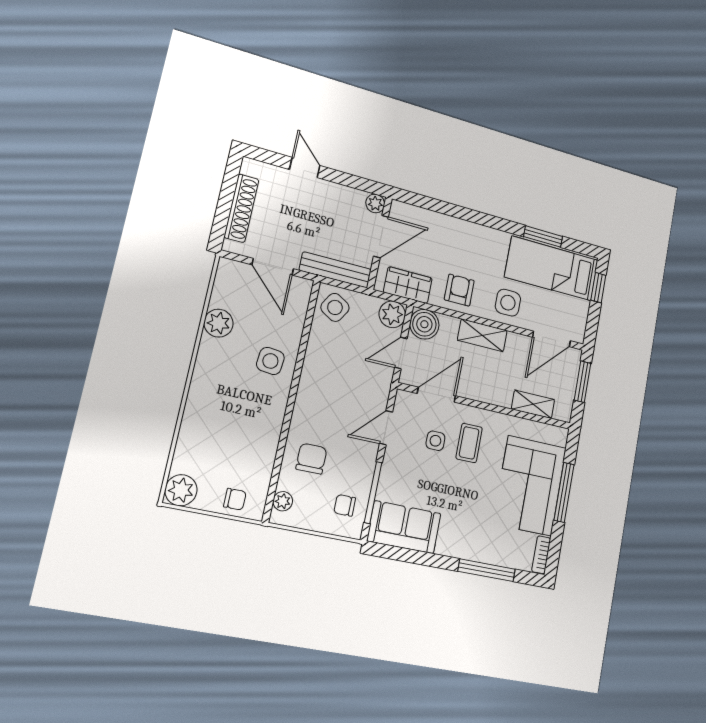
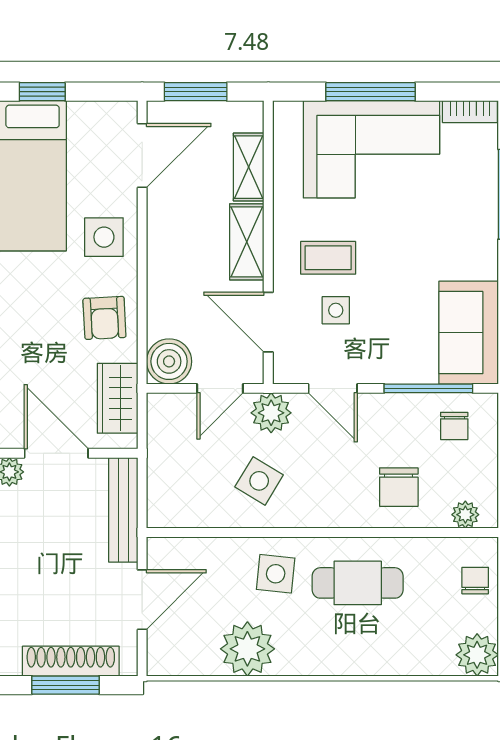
window: (226, 200) -> (65, 685), added
armchair: (459, 290) -> (104, 318), turned -93
side table: (335, 307) -> (259, 481), moved
plant: (392, 314) -> (271, 413), moved
plant: (219, 323) -> (247, 649), width x1.36, depth x1.36
shelving: (482, 335) -> (247, 242), moved
door: (552, 339) -> (142, 155), hinge flipped
door: (401, 353) -> (220, 388), hinge flipped
cafe table: (252, 416) -> (358, 583), added
chair: (311, 459) -> (399, 487), turned -90

